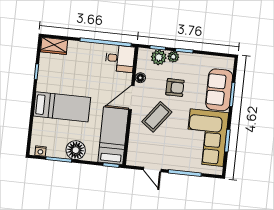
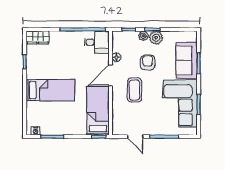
plant: (159, 57) -> (156, 38), moved
armchair: (175, 88) -> (148, 63), turned -90
coffee table: (157, 117) -> (134, 90), turned -37
floor lamp: (76, 150) -> (66, 127), removed

